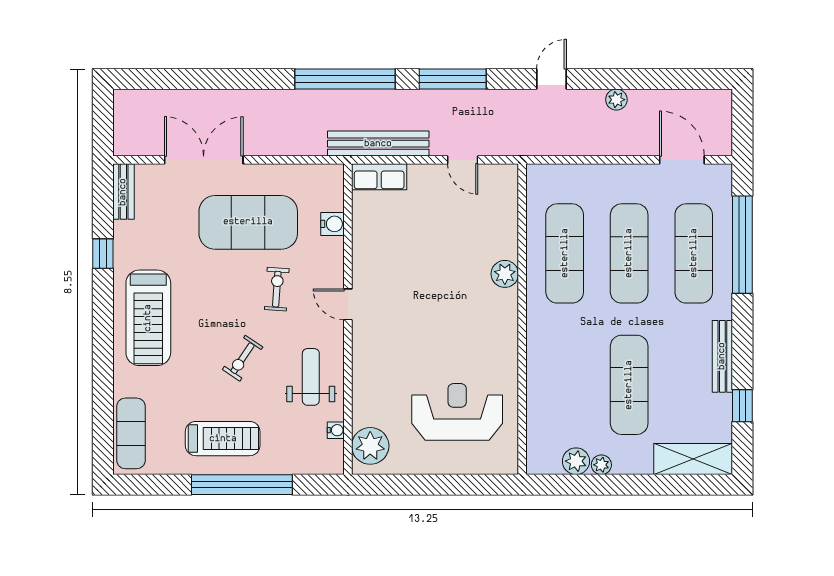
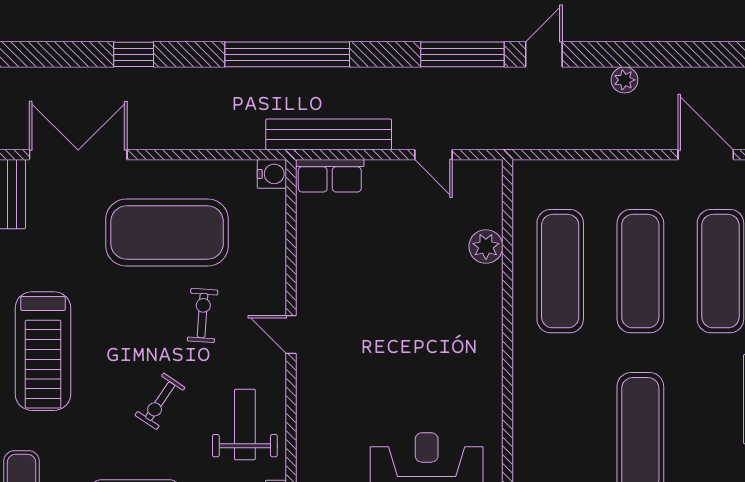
window: (221, 79) -> (134, 54), added
window: (453, 79) -> (462, 54), moved
double door: (204, 160) -> (78, 155), moved
water cooler: (333, 224) -> (272, 174), moved
plant: (505, 274) -> (486, 246), moved

